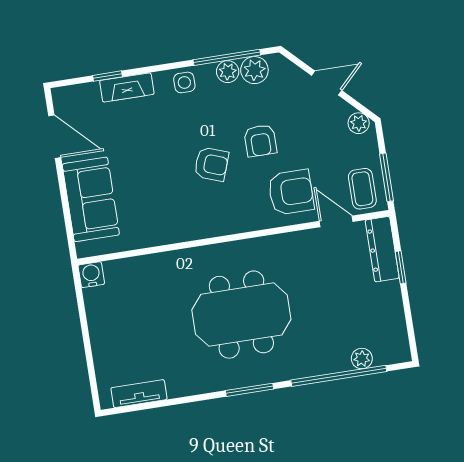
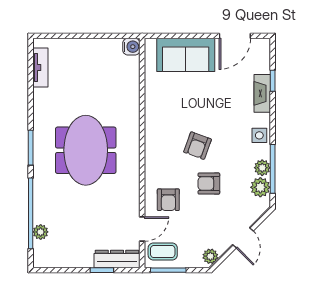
armchair: (291, 192) -> (168, 200), width x0.72, depth x0.72

